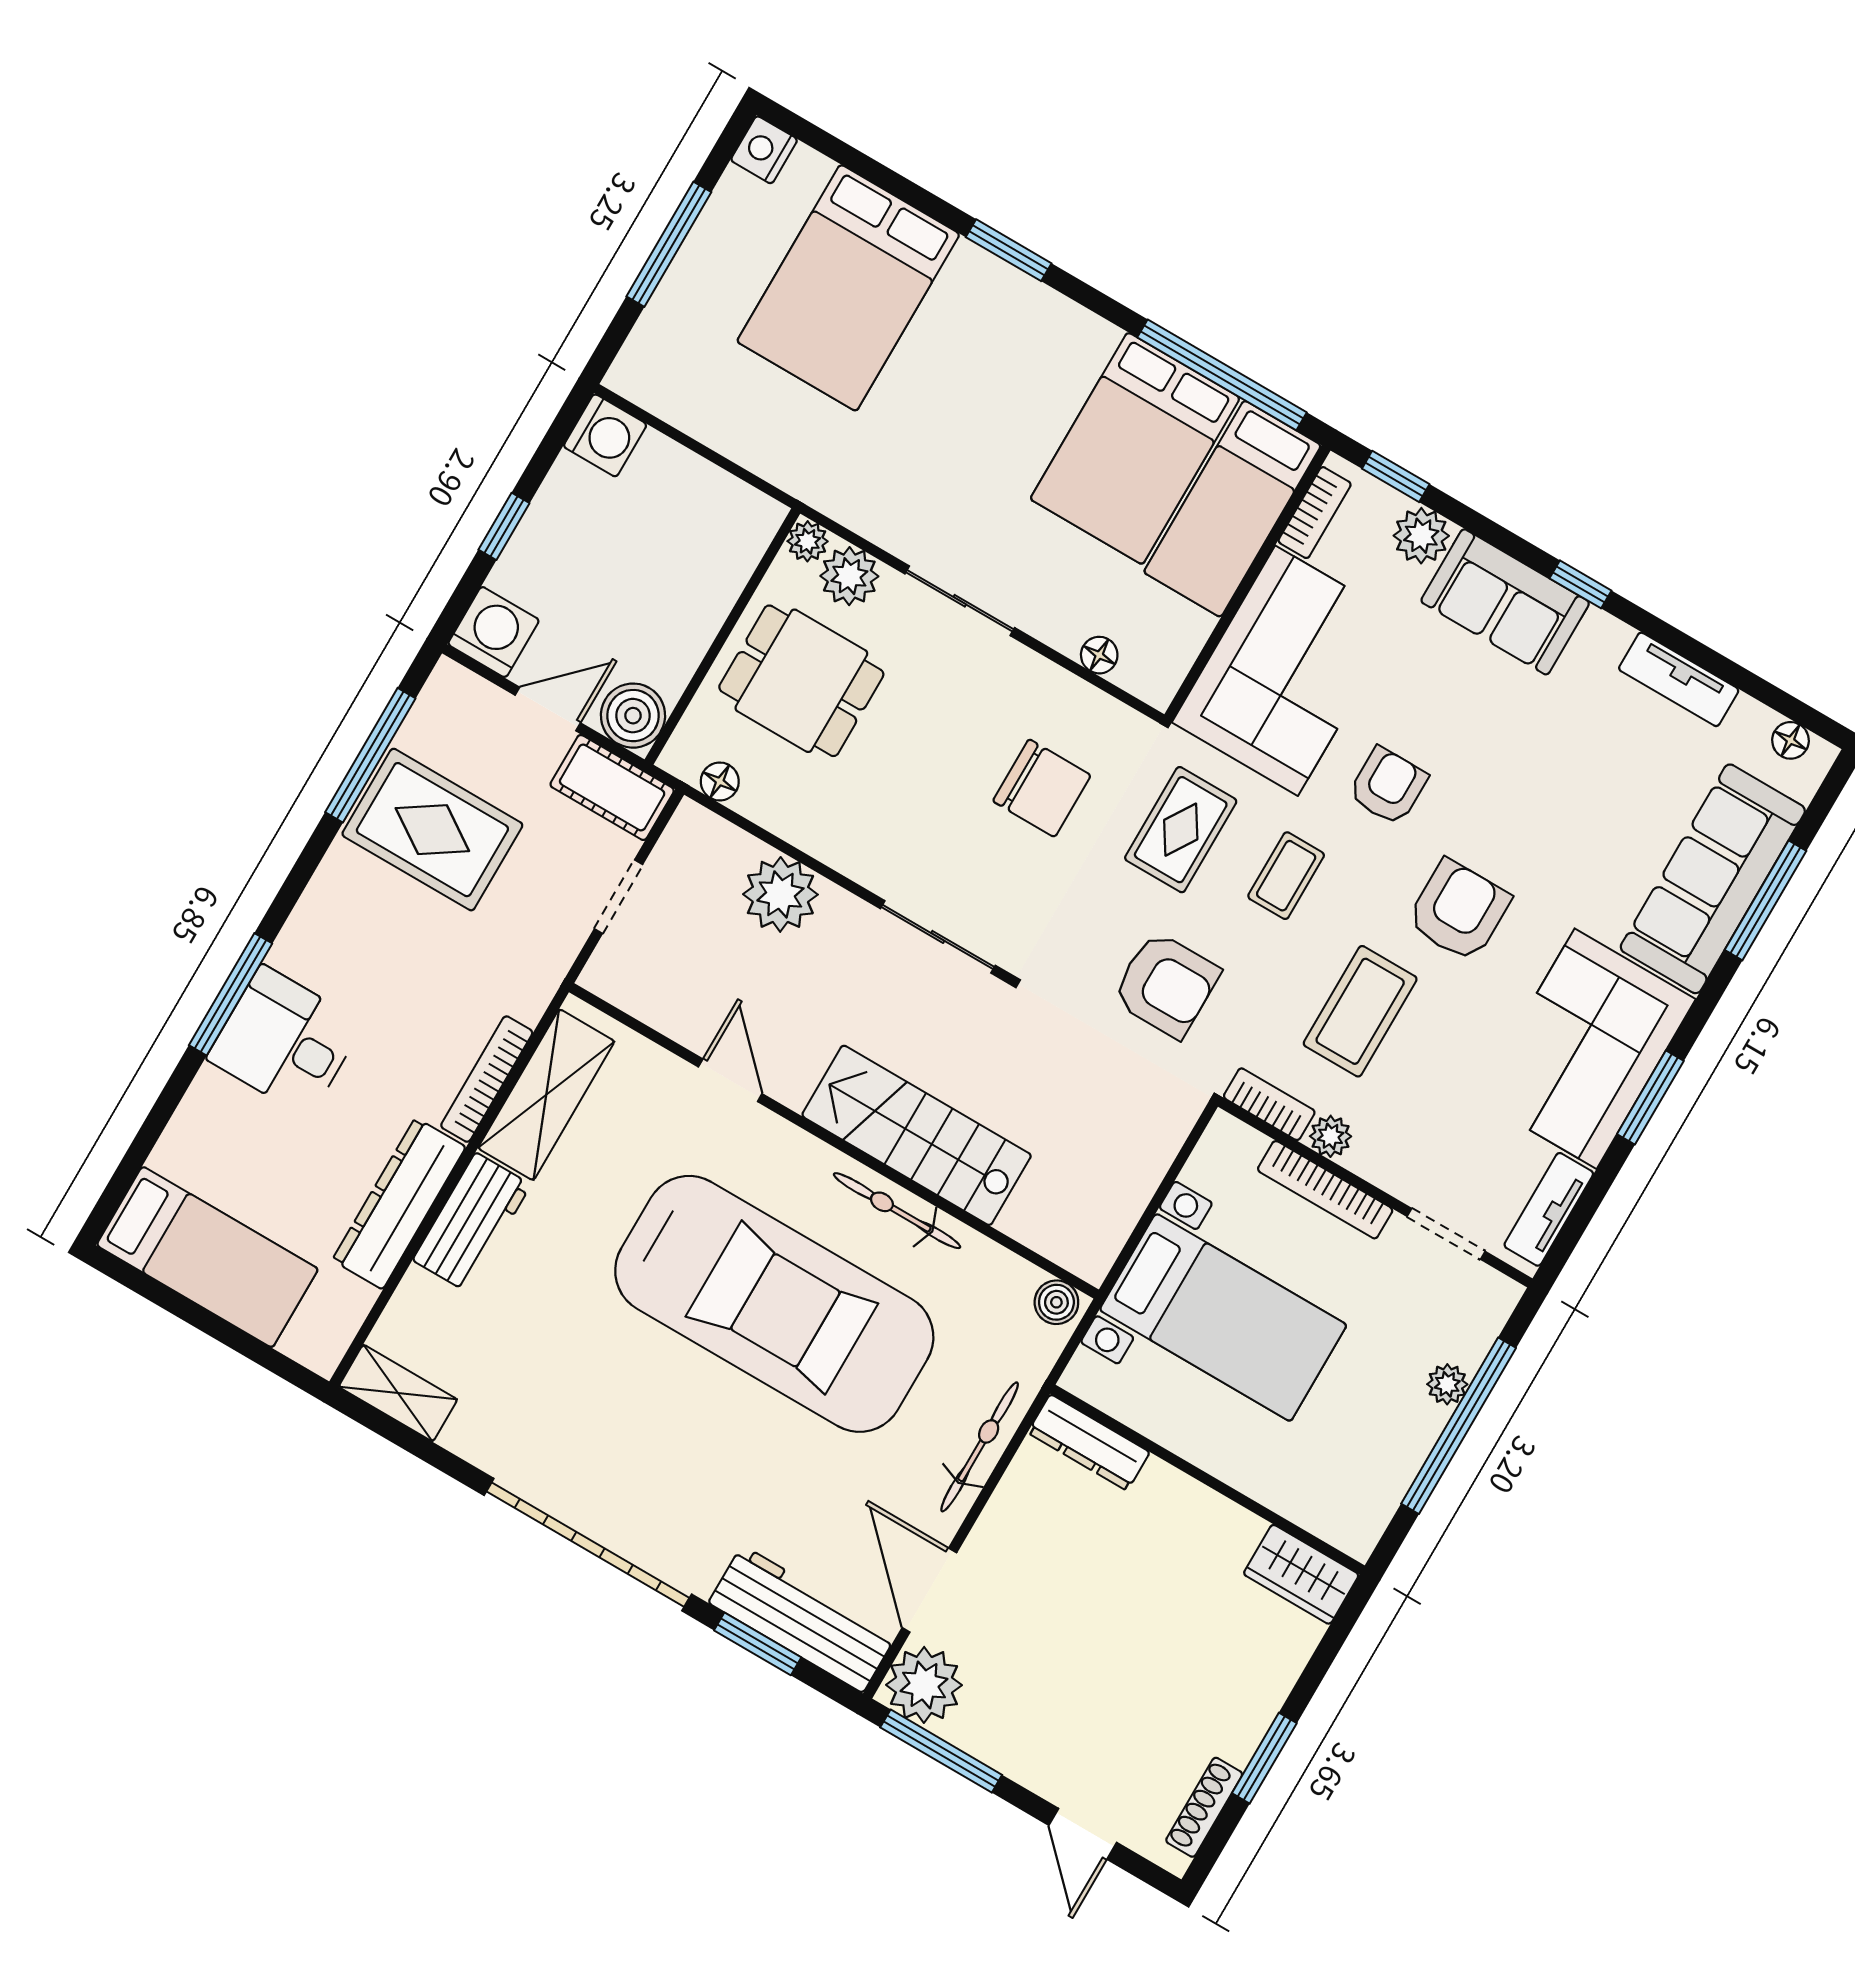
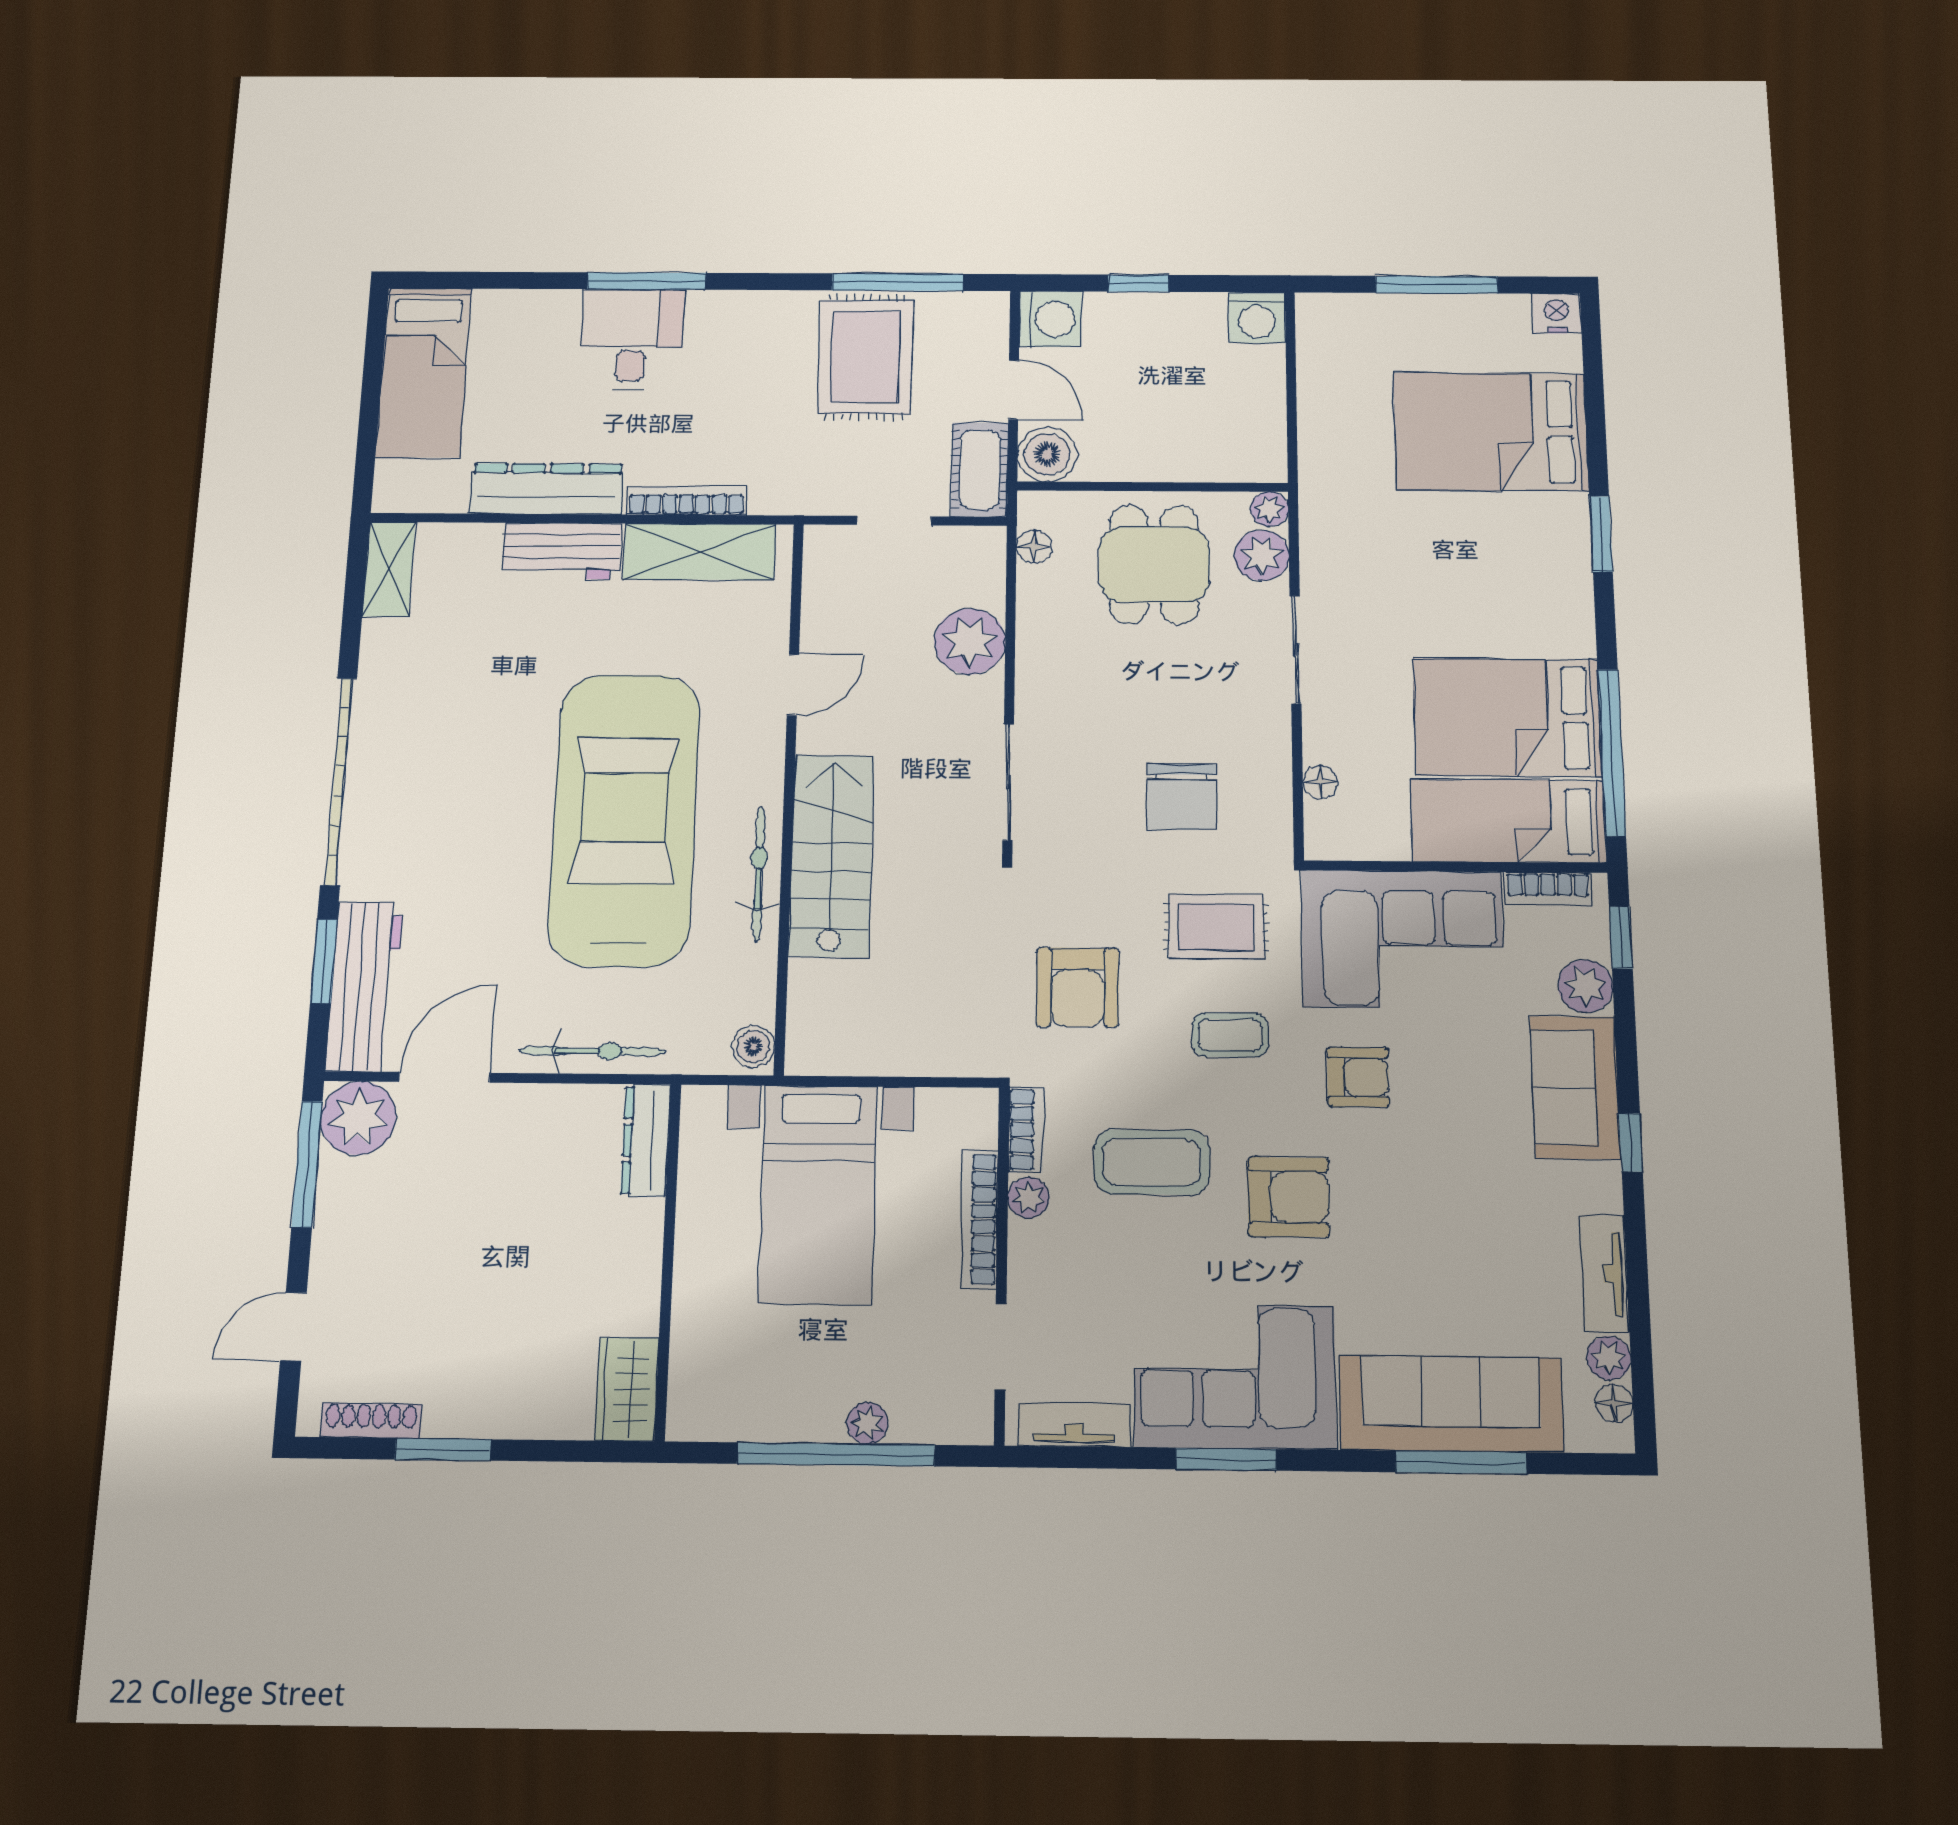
plant: (1751, 721) -> (1609, 1358), added
car: (774, 1304) -> (624, 819), turned 180

